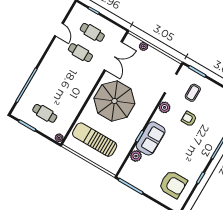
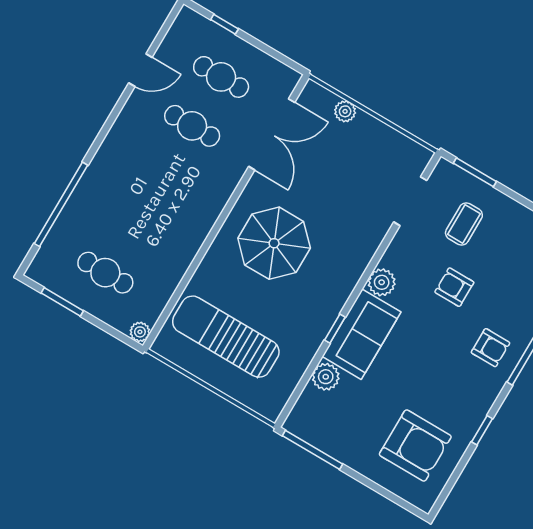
door: (59, 30) -> (140, 70), hinge flipped
parasol: (114, 101) -> (274, 243), width x0.73, depth x0.73
plant: (164, 107) -> (382, 282), moved
armchair: (204, 144) -> (490, 348), added

